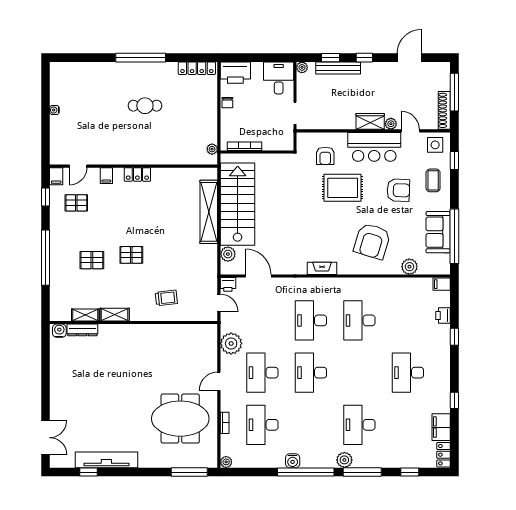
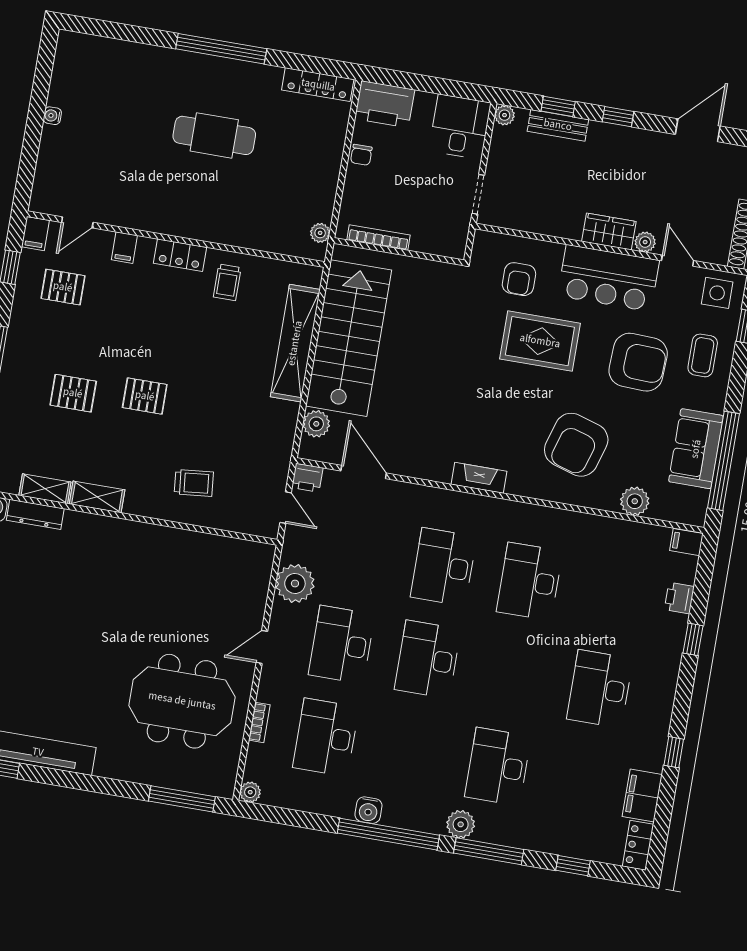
bench: (338, 68) -> (558, 125), width x0.73
cafe table: (145, 106) -> (214, 135), width x1.37, depth x1.35
trolley: (166, 185) -> (227, 282), added
armchair: (398, 190) -> (638, 362), width x1.36, depth x1.36

